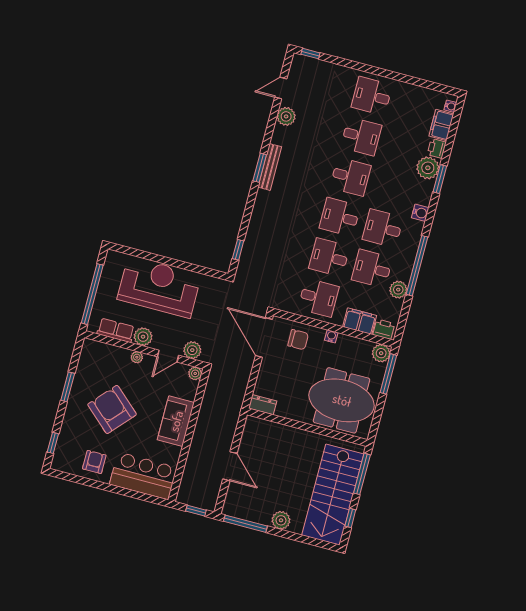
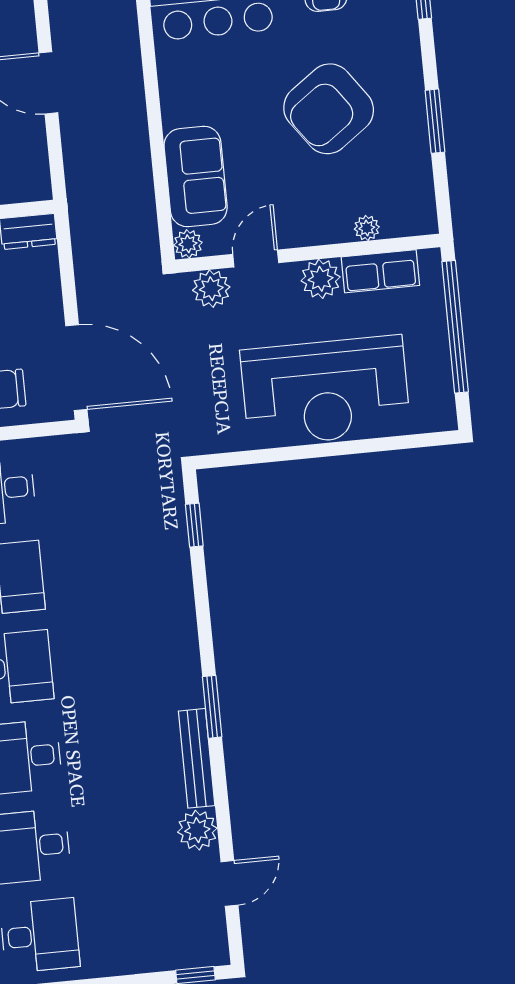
bench: (270, 167) -> (197, 758), moved
plant: (137, 357) -> (367, 228), moved
armchair: (112, 409) -> (329, 109), turned 102
sofa: (176, 421) -> (196, 176), moved

